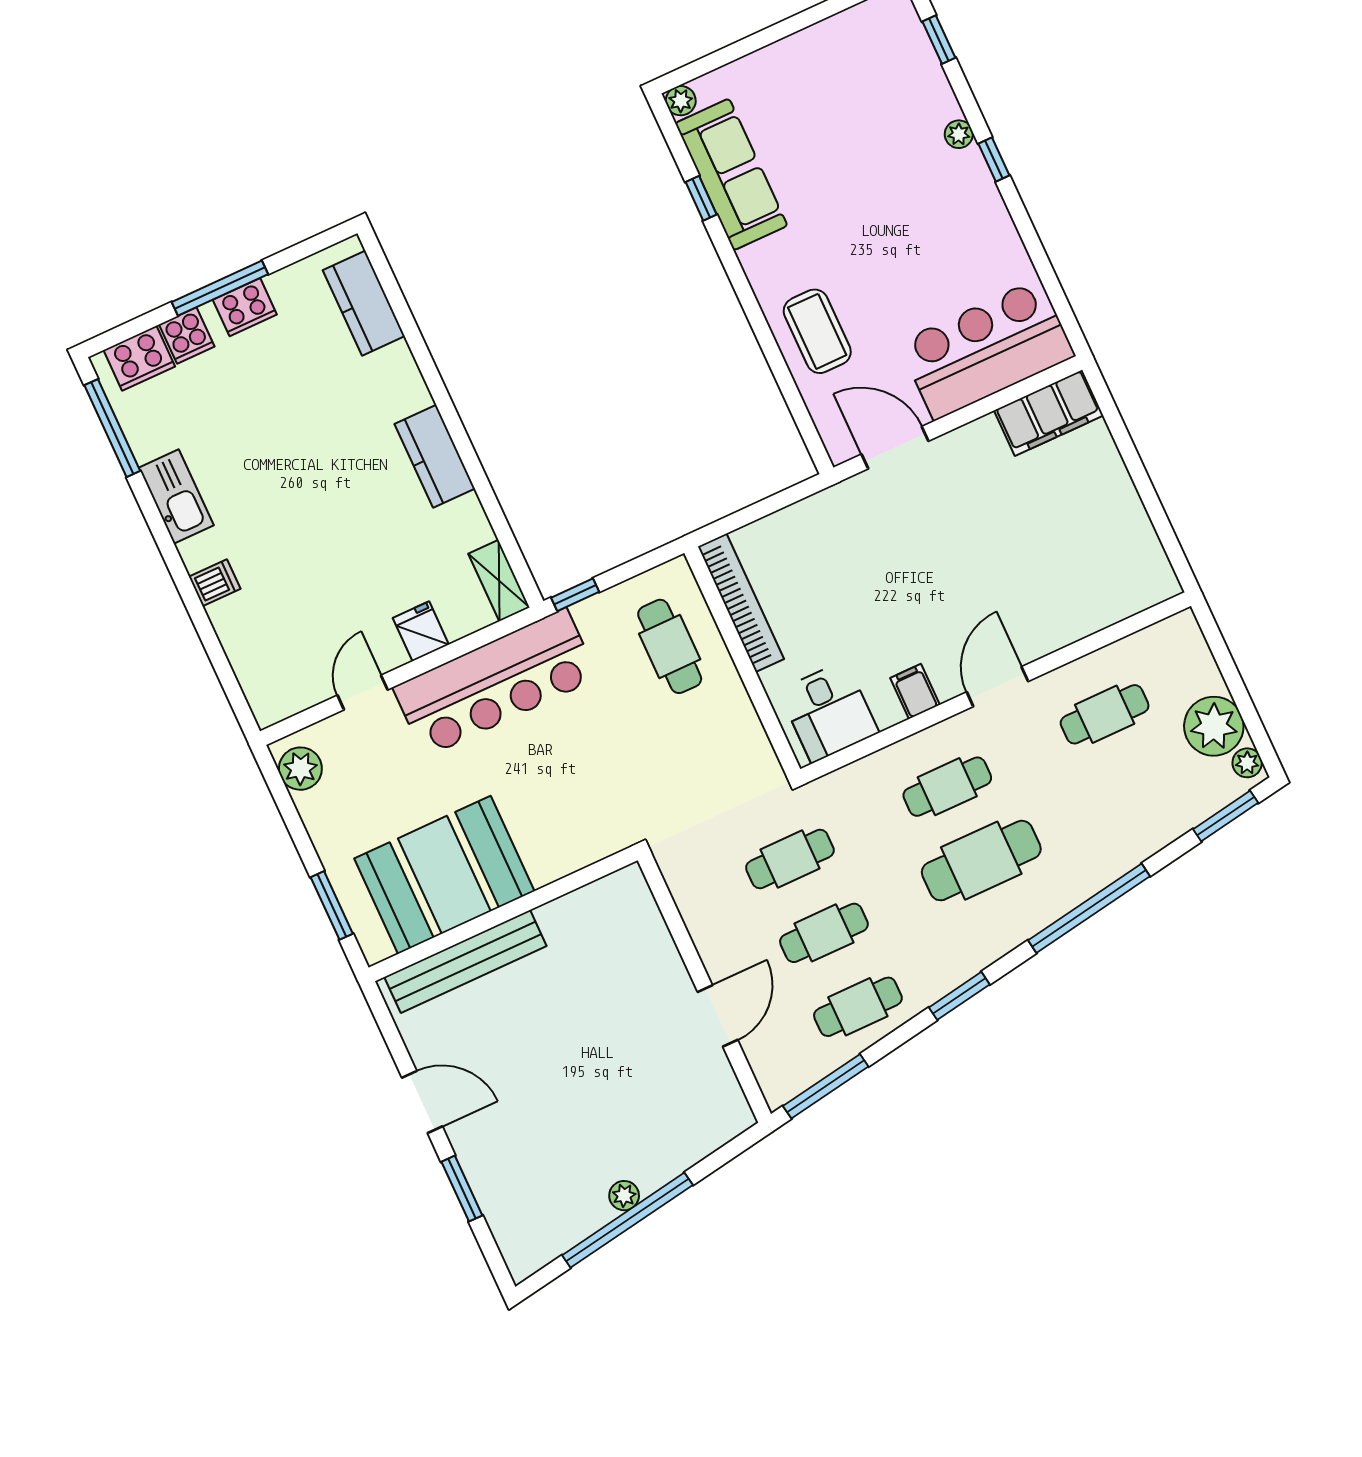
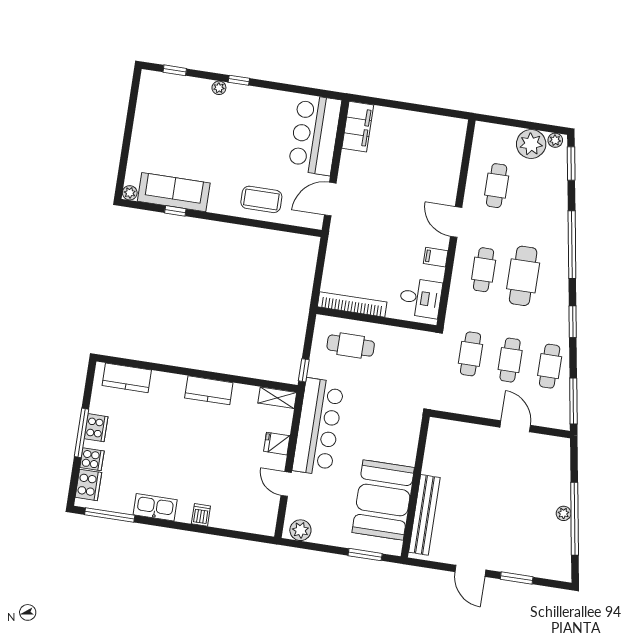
door: (422, 1102) -> (470, 571), swing flipped

